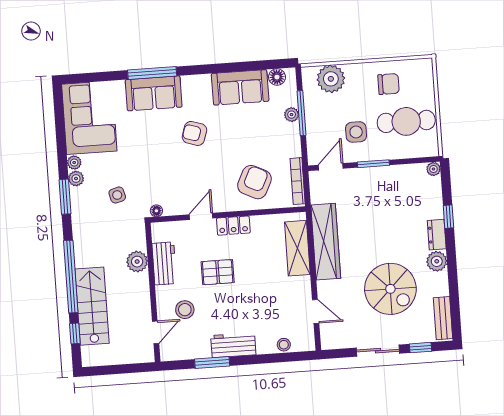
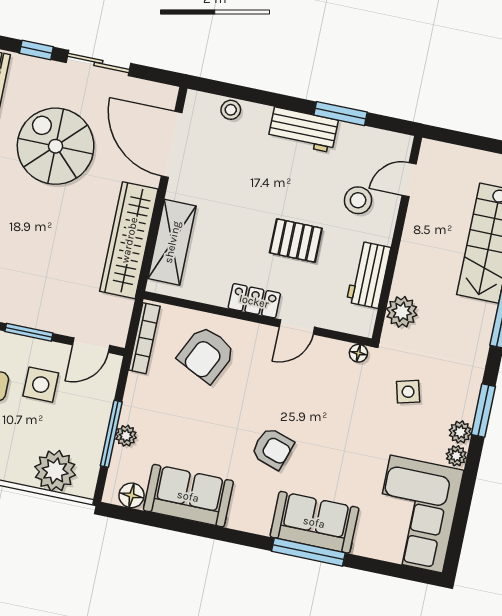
plant: (137, 262) -> (402, 312), moved
door: (316, 311) -> (172, 144), width x1.88

